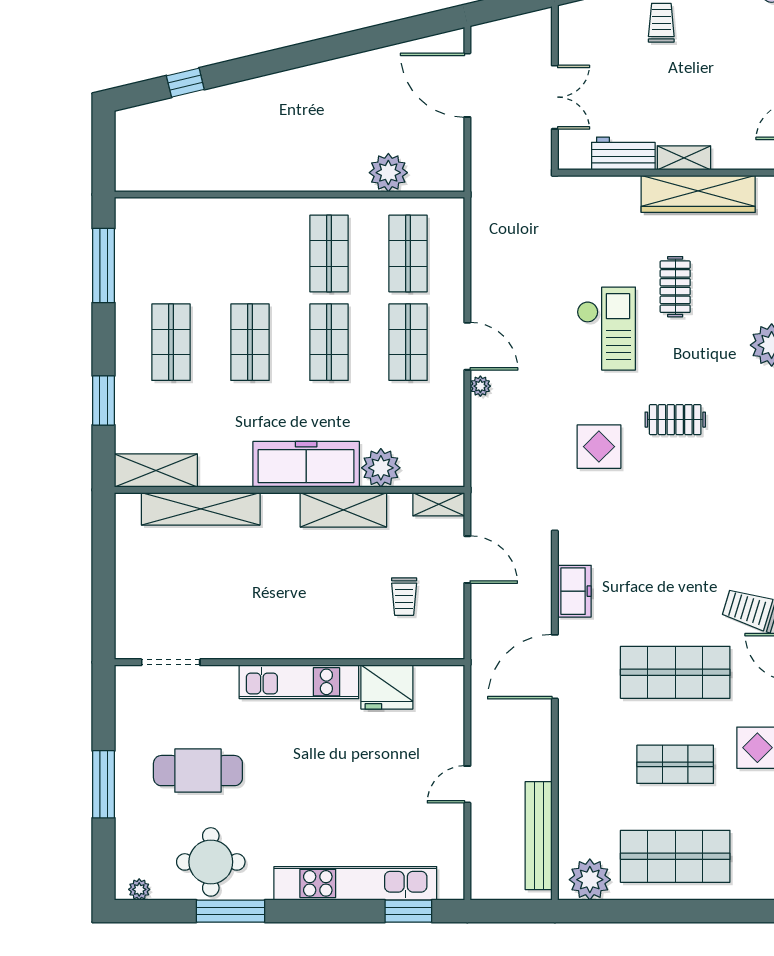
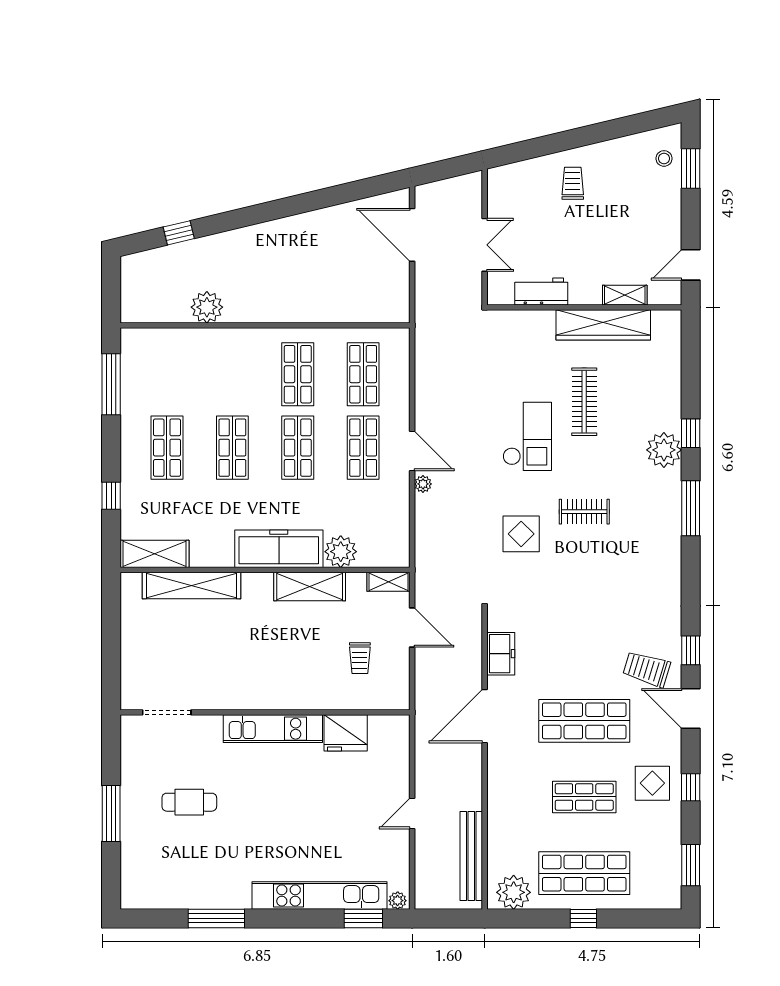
shelving: (684, 158) -> (625, 295), moved
plant: (388, 173) -> (207, 307), moved
clothes rail: (675, 287) -> (584, 402), width x1.36
window: (104, 400) -> (111, 496), width x0.67
cafe table: (198, 771) -> (189, 802), width x0.73, depth x0.74
round table: (211, 862) -> (200, 878), removed
plant: (139, 889) -> (398, 901), moved
window: (674, 911) -> (583, 918), added

